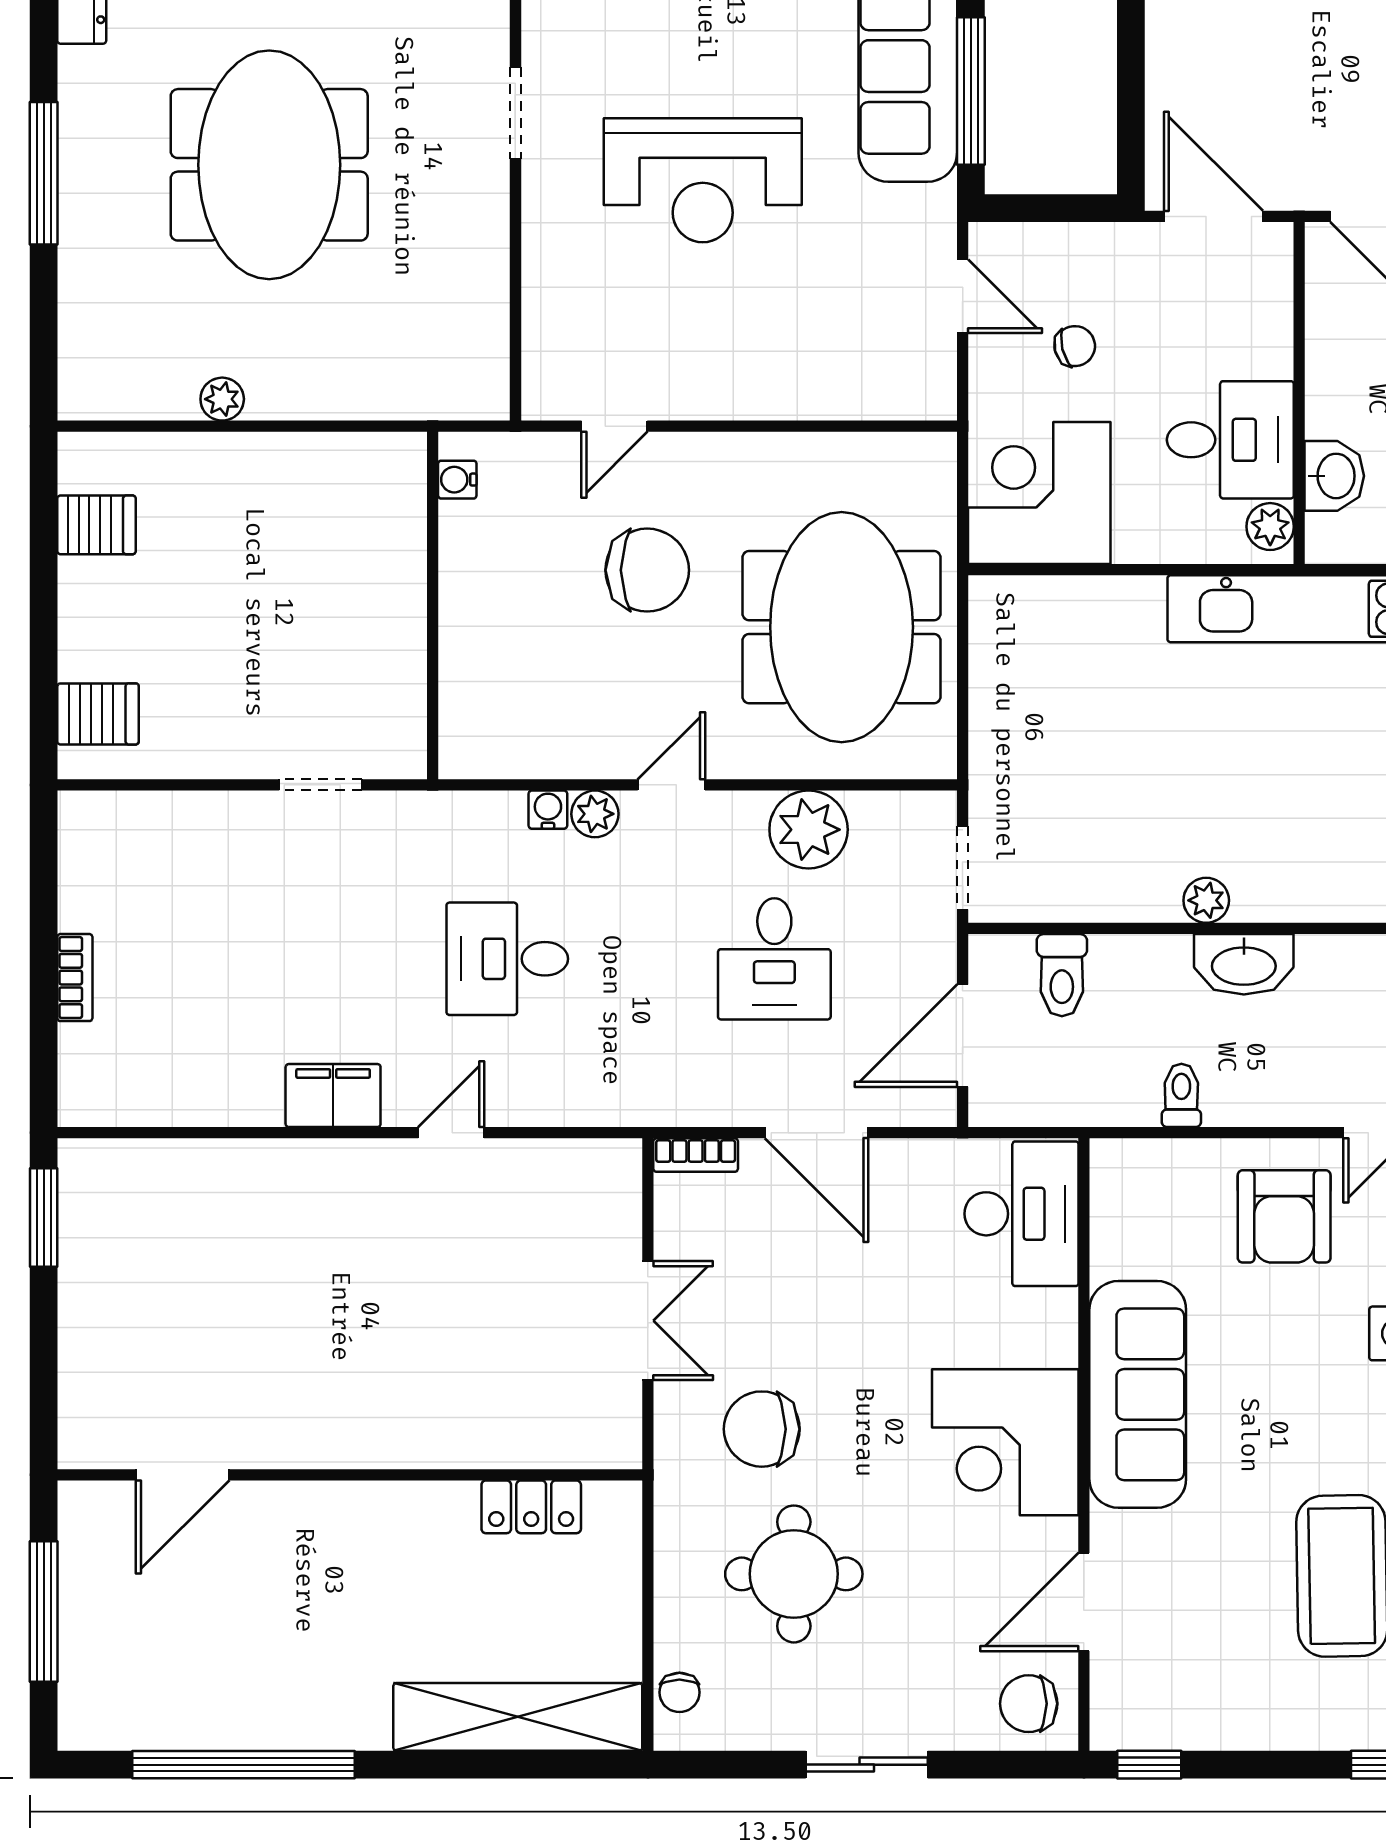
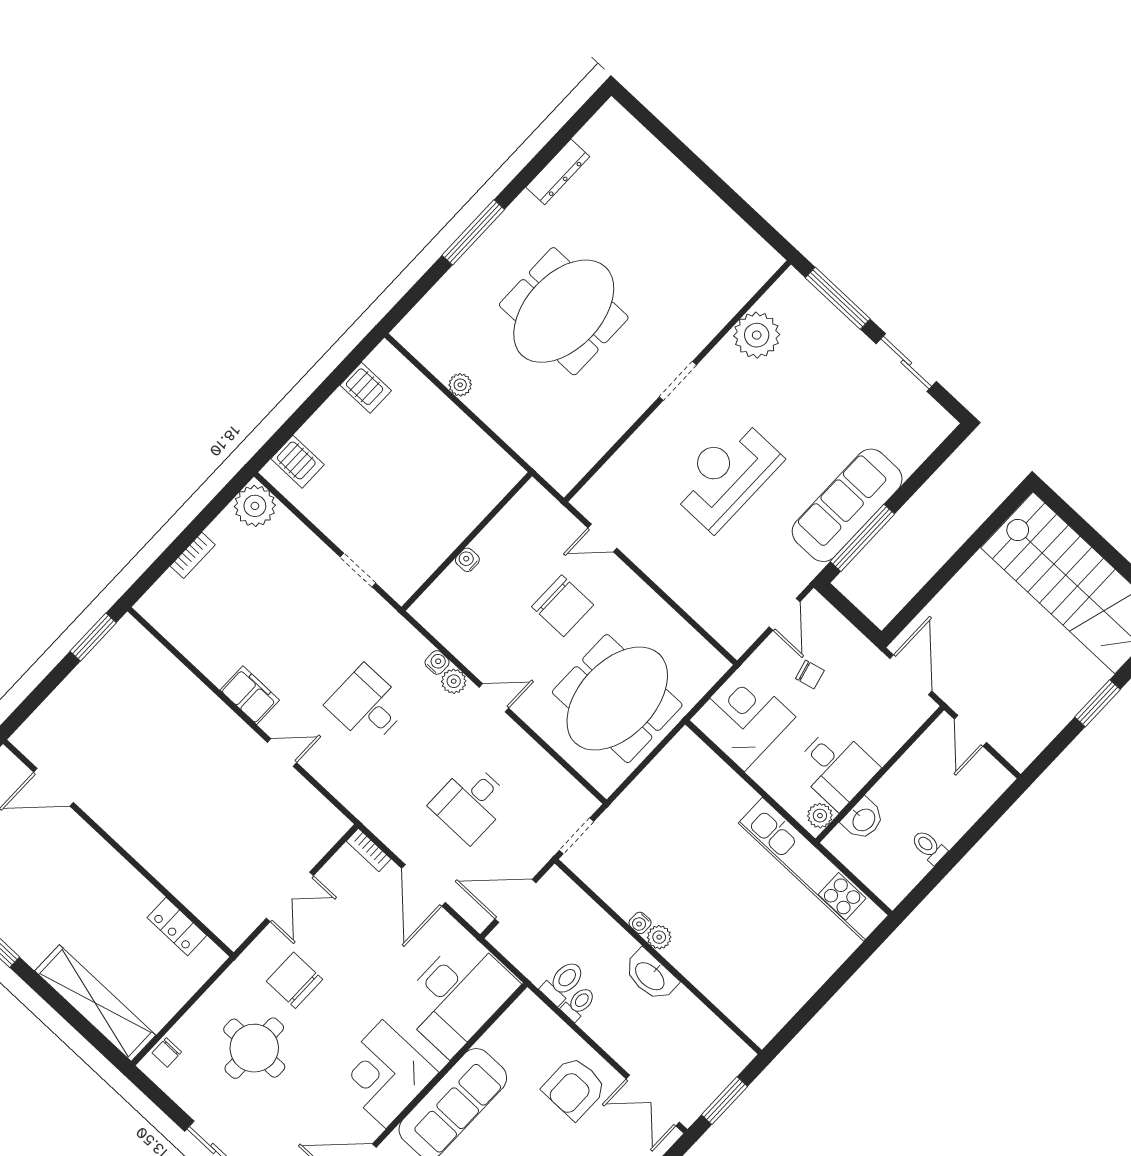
reception desk: (703, 180) -> (726, 475), turned 90
water cooler: (457, 480) -> (467, 560), moved
plant: (809, 830) -> (255, 506), moved
water cooler: (1162, 905) -> (640, 923), added
toilet: (1062, 975) -> (563, 982), moved, turned 180
desk: (1022, 1214) -> (457, 995), width x1.36, depth x1.30

